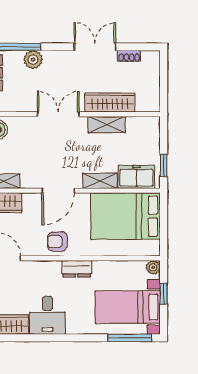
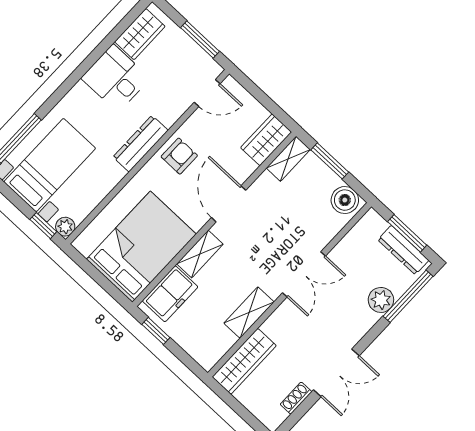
wardrobe: (110, 103) -> (244, 361), moved
dresser: (77, 269) -> (140, 144), width x1.44
window: (164, 294) -> (43, 226), moved

